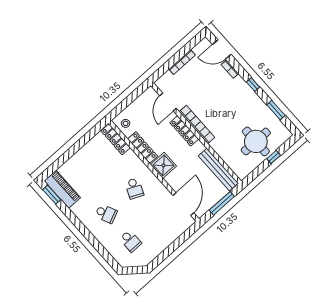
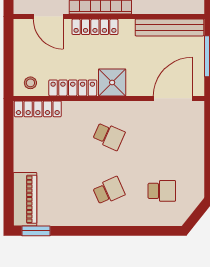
piano: (62, 189) -> (25, 199), moved, turned 90
door: (183, 204) -> (173, 98), hinge flipped

